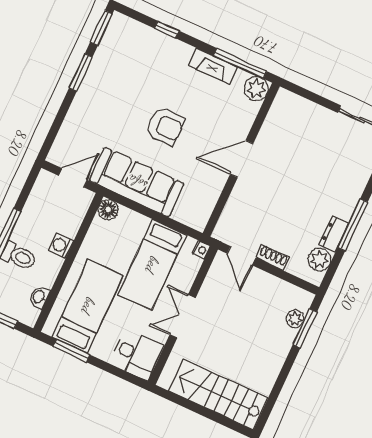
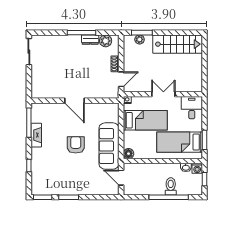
plant: (256, 89) -> (37, 109), removed
washing machine: (61, 246) -> (197, 168), moved
double door: (183, 316) -> (163, 94), swing flipped
stairs: (218, 395) -> (178, 44), moved, turned -90

